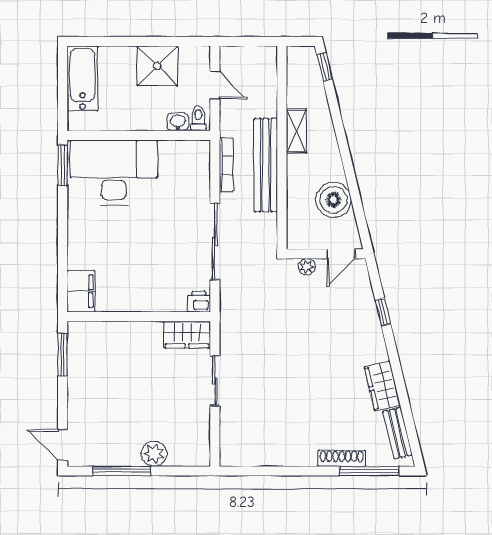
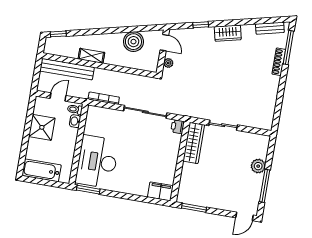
bench: (266, 165) -> (67, 69), moved
wardrobe: (187, 335) -> (194, 143), width x1.50
wardrobe: (382, 386) -> (228, 33), moved

